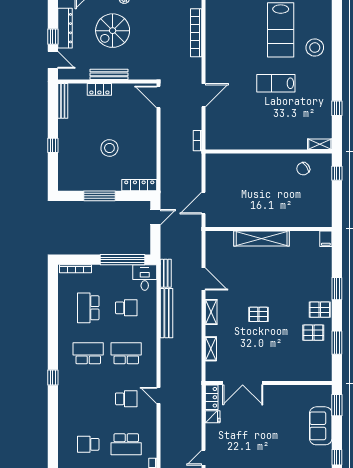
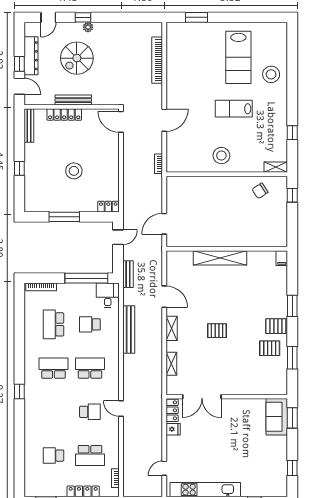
locker: (99, 89) -> (64, 115), width x1.53
stool: (263, 132) -> (221, 156), added
locker: (139, 185) -> (108, 207), width x0.66
bench: (166, 273) -> (128, 274), moved
school desk: (126, 308) -> (90, 324), turned 180
sofa: (321, 426) -> (277, 417), moved

